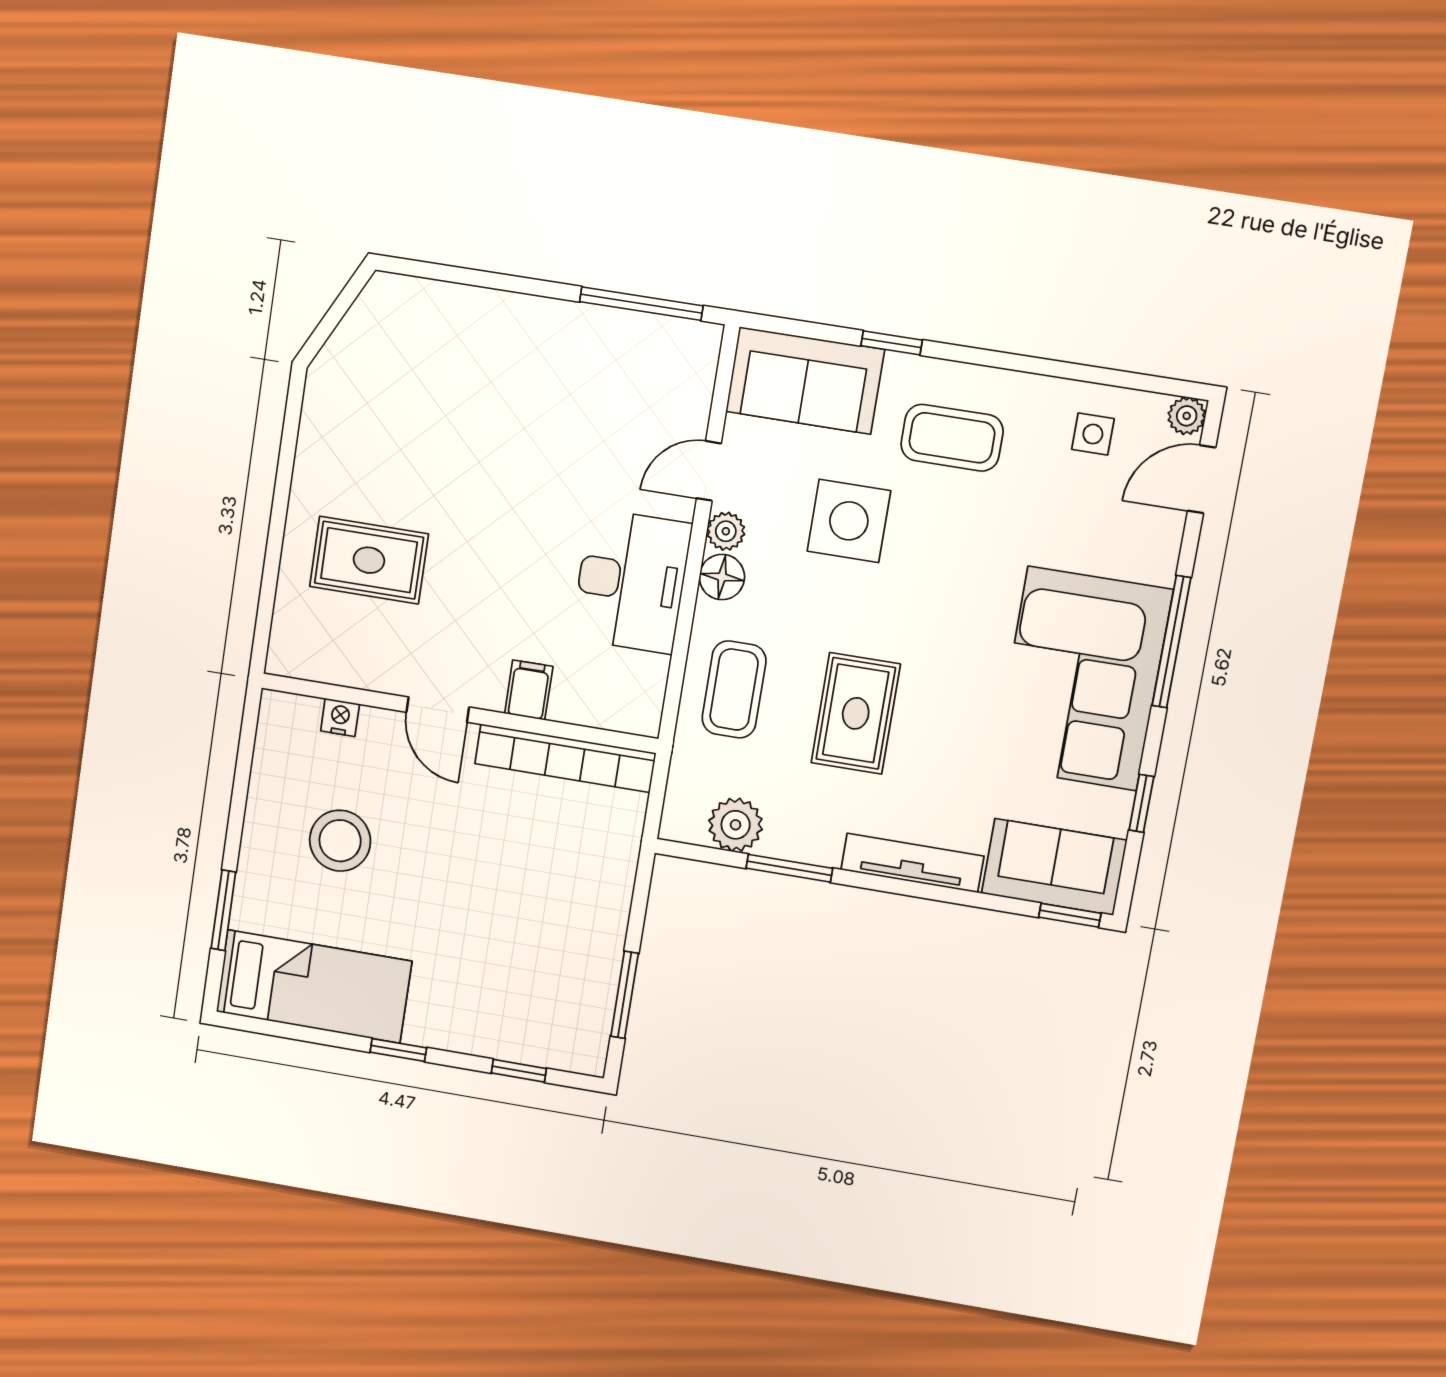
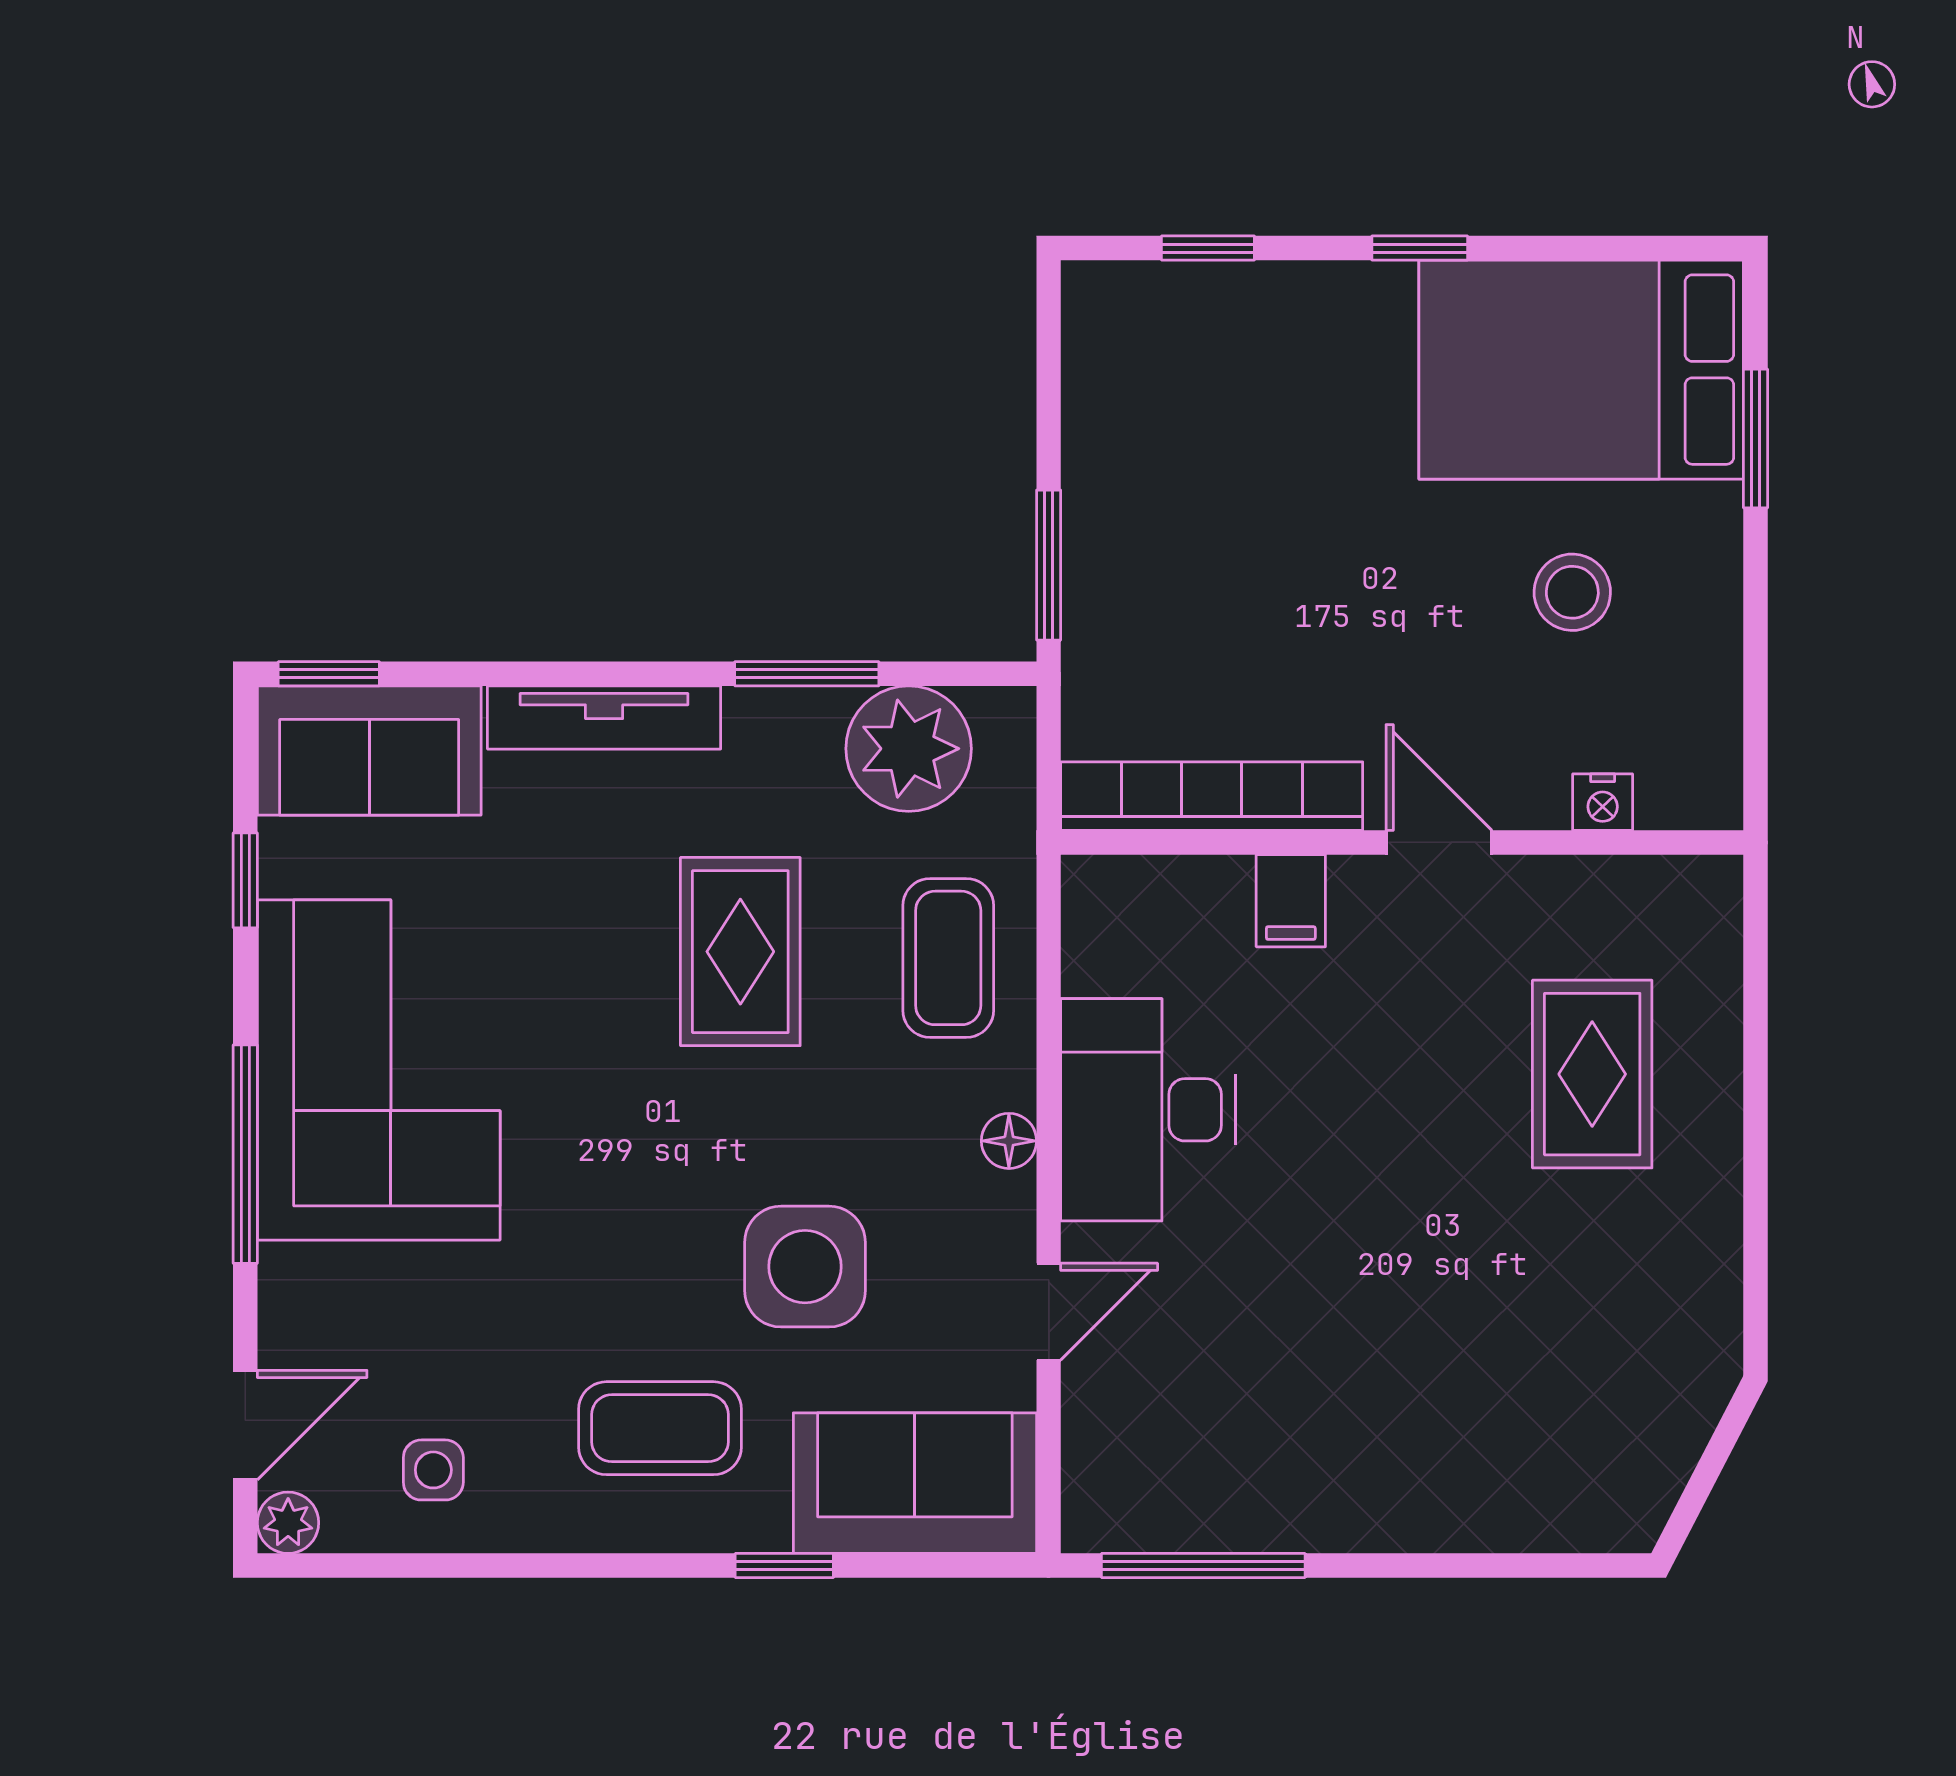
plant: (726, 531) -> (1005, 1217), removed
rug: (369, 560) -> (1592, 1074), turned 90
floor lamp: (722, 577) -> (1009, 1141), width x0.73, depth x0.73
plant: (736, 825) -> (909, 749), width x1.36, depth x1.36
stool: (340, 841) -> (1572, 592), width x0.73, depth x0.73
bed: (314, 986) -> (1581, 370), width x1.50
window: (625, 995) -> (1049, 565), moved

